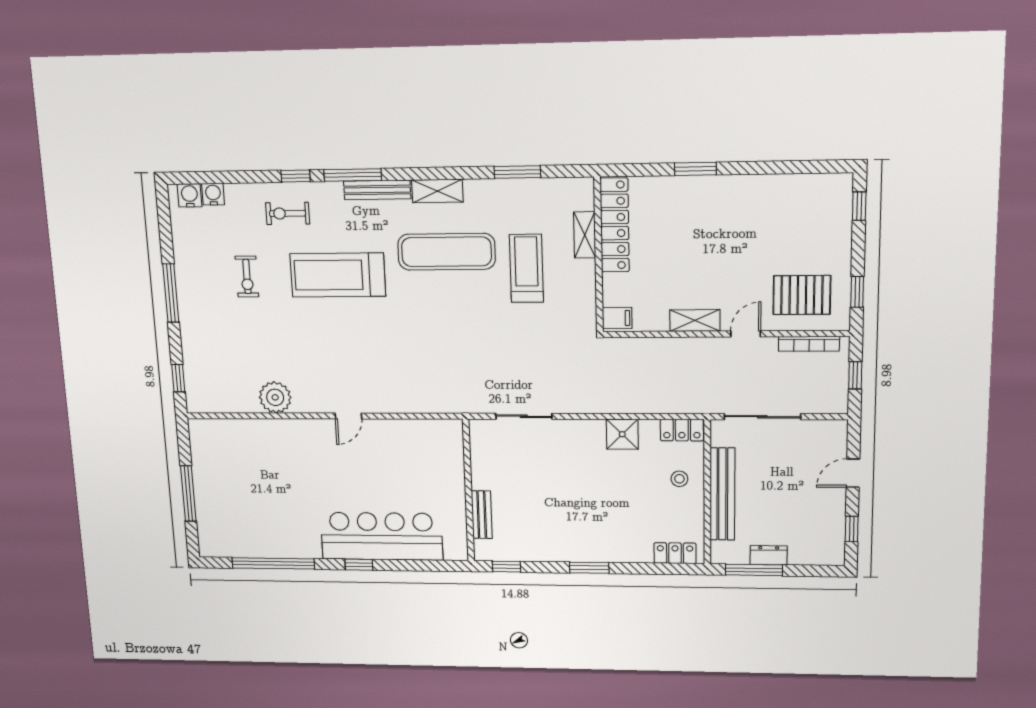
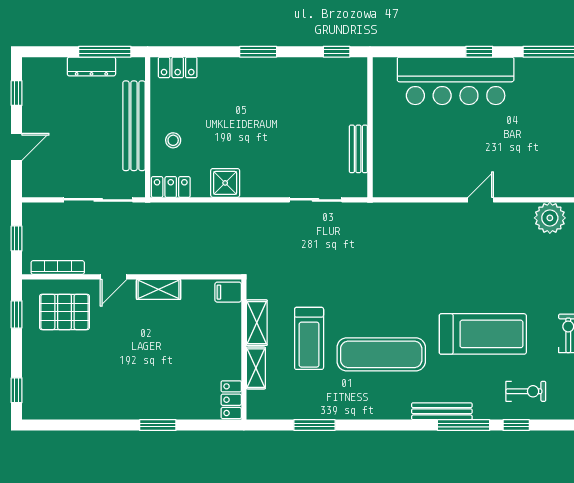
shelving: (437, 191) -> (257, 323), moved, turned 90
locker: (615, 225) -> (231, 400), width x0.46, depth x0.83
bench: (482, 515) -> (358, 149), moved
dresser: (769, 555) -> (91, 66), width x1.44

